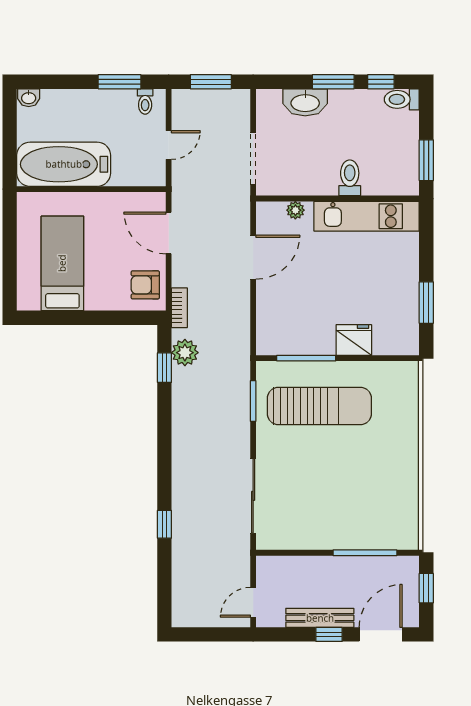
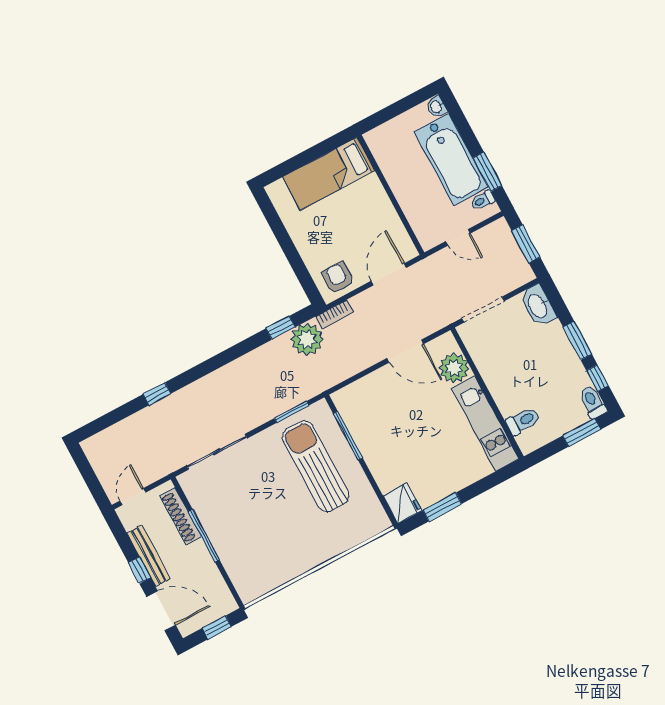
washbasin: (305, 102) -> (538, 306), moved
window: (426, 160) -> (582, 432), moved
bathtub: (64, 164) -> (451, 160), moved, turned 180
toilet: (350, 178) -> (523, 421), moved
plant: (295, 210) -> (454, 368), width x1.87, depth x1.87
bed: (62, 263) -> (329, 174), moved, turned 180
fridge: (354, 340) -> (402, 503), moved
plant: (185, 353) -> (307, 339), width x1.36, depth x1.36
sun lounger: (319, 406) -> (316, 466), turned 180
window: (365, 553) -> (204, 536), moved
shoe rack: (298, 565) -> (181, 516), added
door: (253, 602) -> (133, 497), hinge flipped

